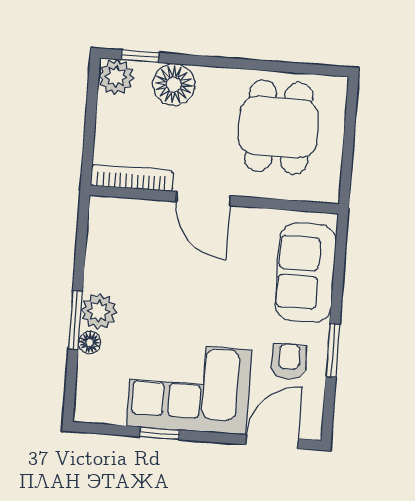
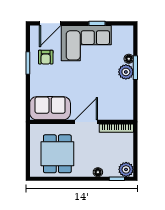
floor lamp: (174, 84) -> (98, 172), width x0.53, depth x0.53
door: (203, 199) -> (86, 122), hinge flipped
sofa: (306, 273) -> (50, 108), moved, turned -90

